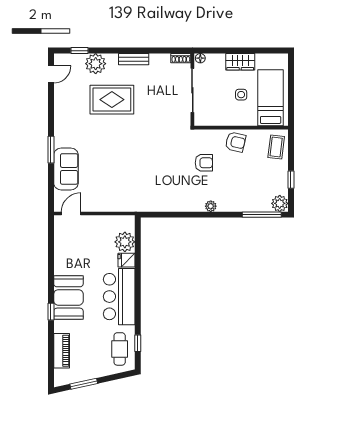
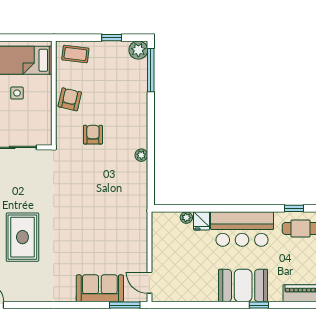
window: (51, 150) -> (125, 305), moved
plant: (211, 206) -> (141, 155), moved
plant: (125, 242) -> (186, 218), width x0.53, depth x0.53

